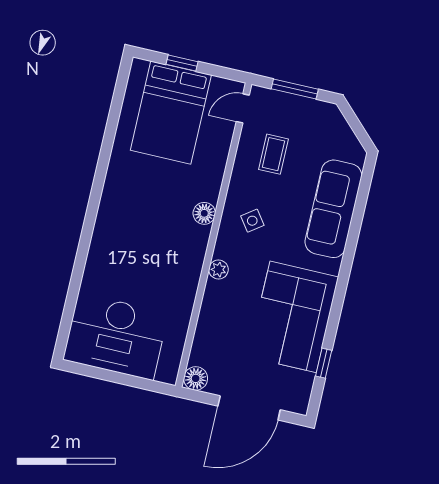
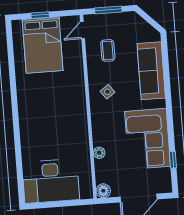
floor lamp: (204, 213) -> (79, 96), removed
plant: (218, 270) -> (99, 153), moved

